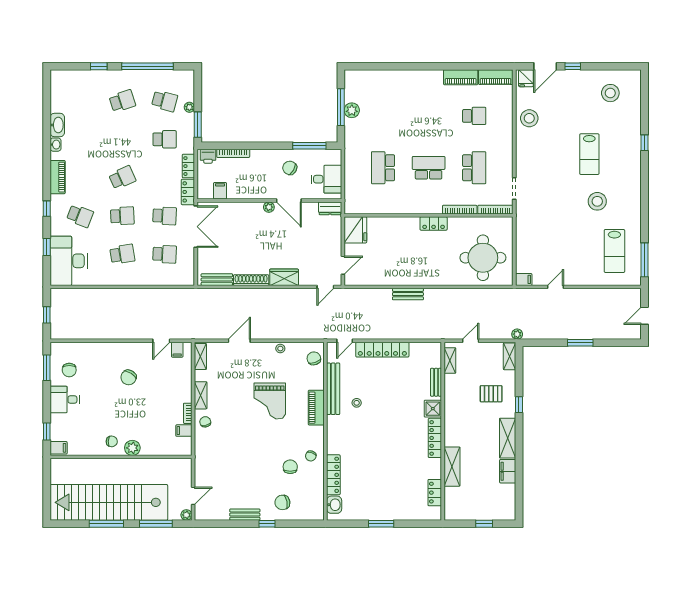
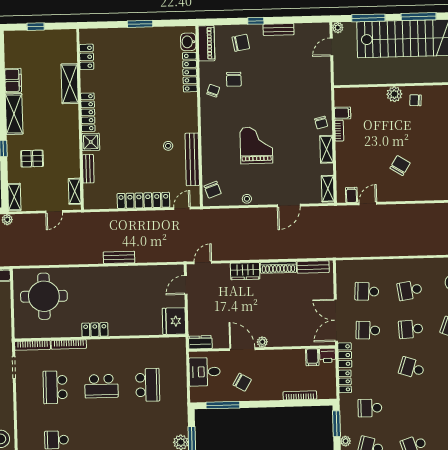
printer: (208, 156) -> (328, 355), moved, turned 180
school desk: (122, 178) -> (412, 368), turned 42
piano: (316, 408) -> (206, 43), moved

